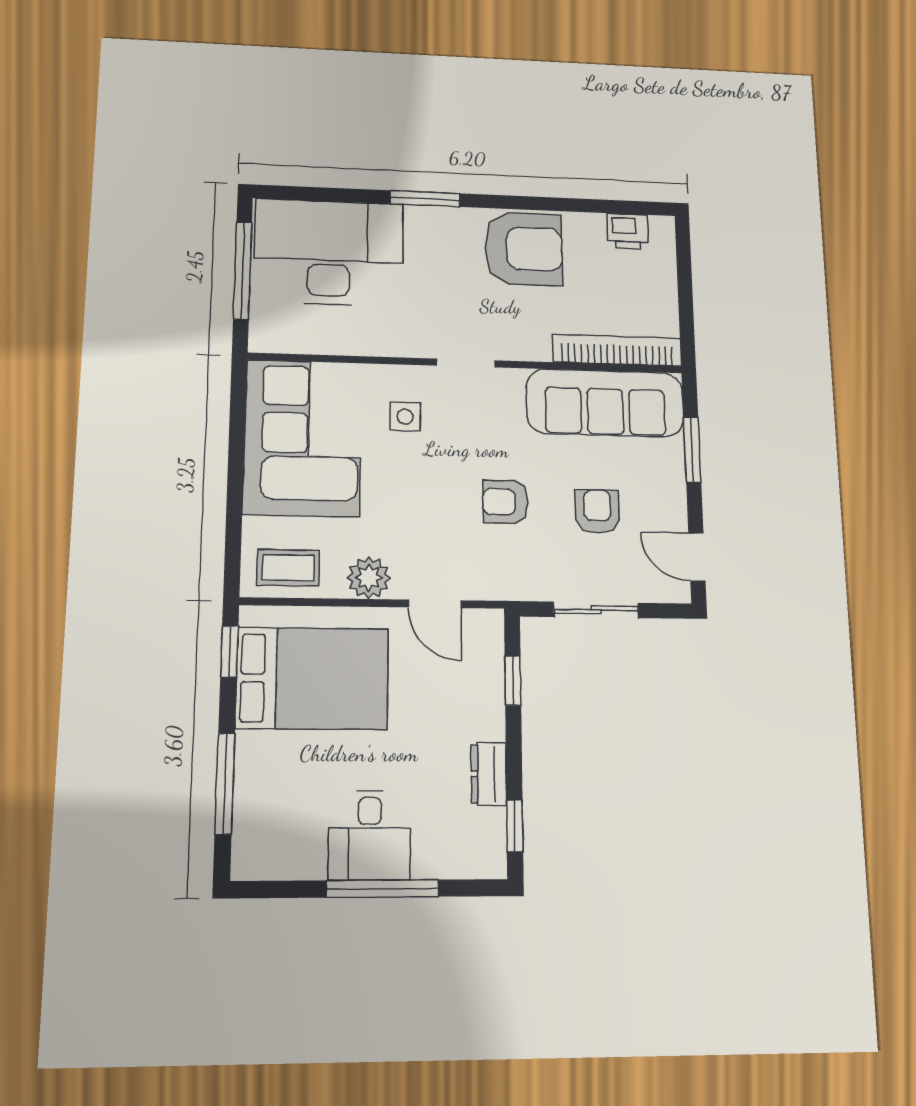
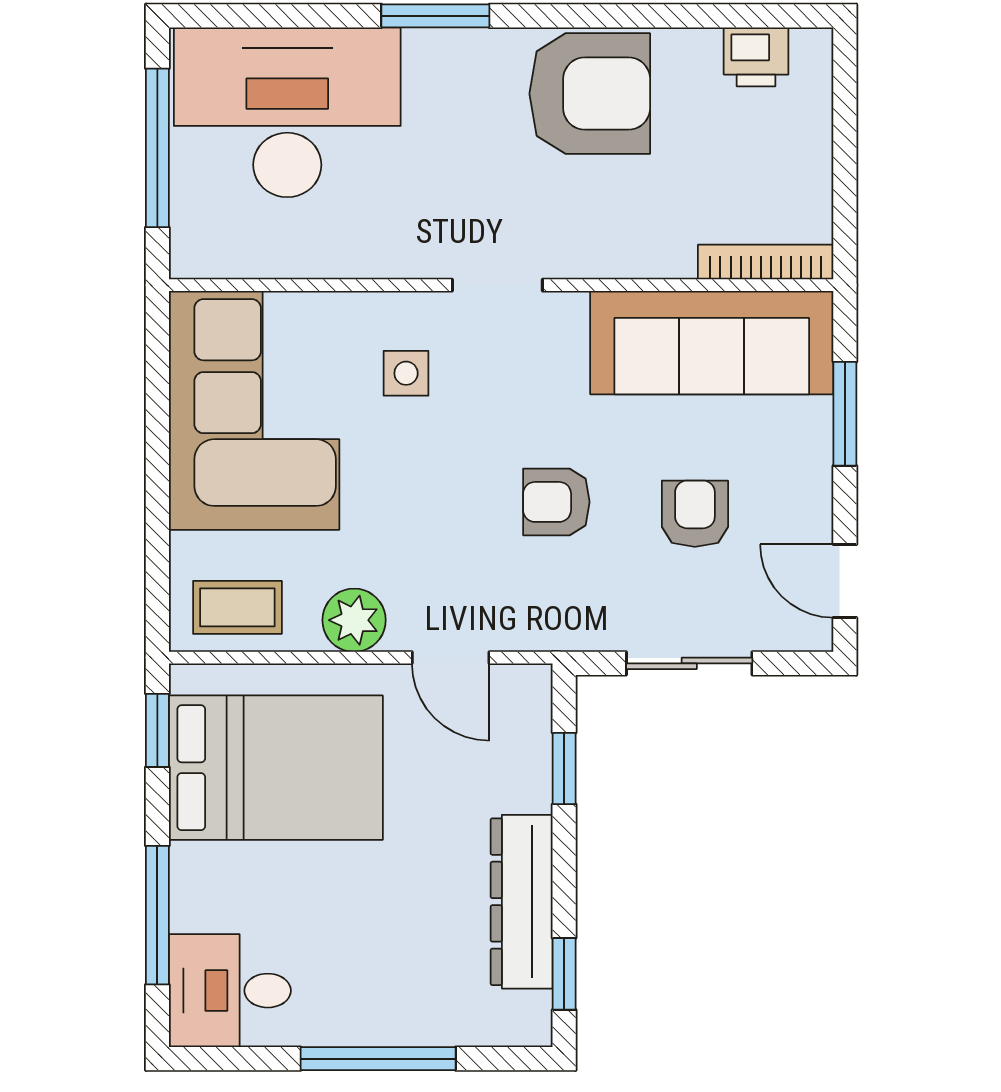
bookcase: (617, 350) -> (766, 262), width x0.68, depth x0.76
dresser: (489, 774) -> (522, 902), width x1.96, depth x1.24
desk: (370, 835) -> (230, 991), moved, turned 90

